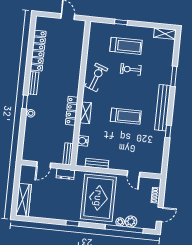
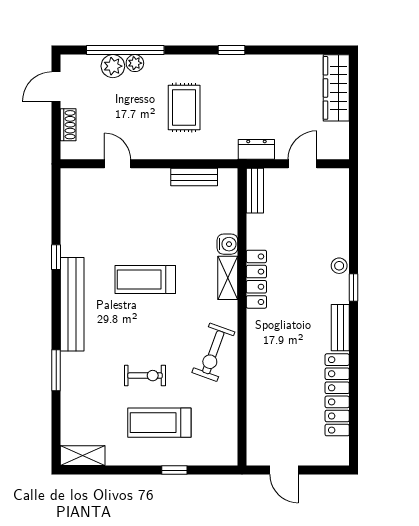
water cooler: (83, 141) -> (227, 244), moved
rug: (98, 198) -> (184, 107), width x0.54, depth x0.49

